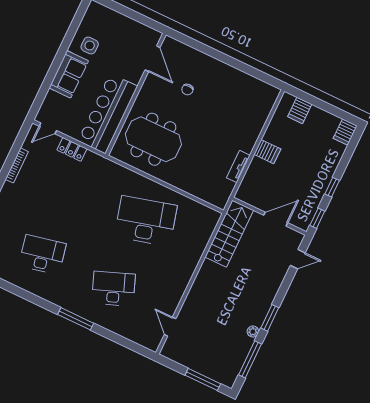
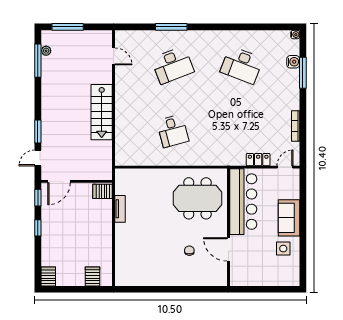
door: (153, 59) -> (228, 249), moved
server rack: (267, 152) -> (103, 191), moved
door: (276, 219) -> (59, 181), moved
desk: (146, 221) -> (173, 131), width x0.53, depth x0.77
stairs: (229, 234) -> (102, 112), moved
desk: (42, 255) -> (242, 65), turned 33
window: (270, 318) -> (38, 131), moved
window: (76, 319) -> (171, 27), moved
plant: (253, 332) -> (46, 51), moved

